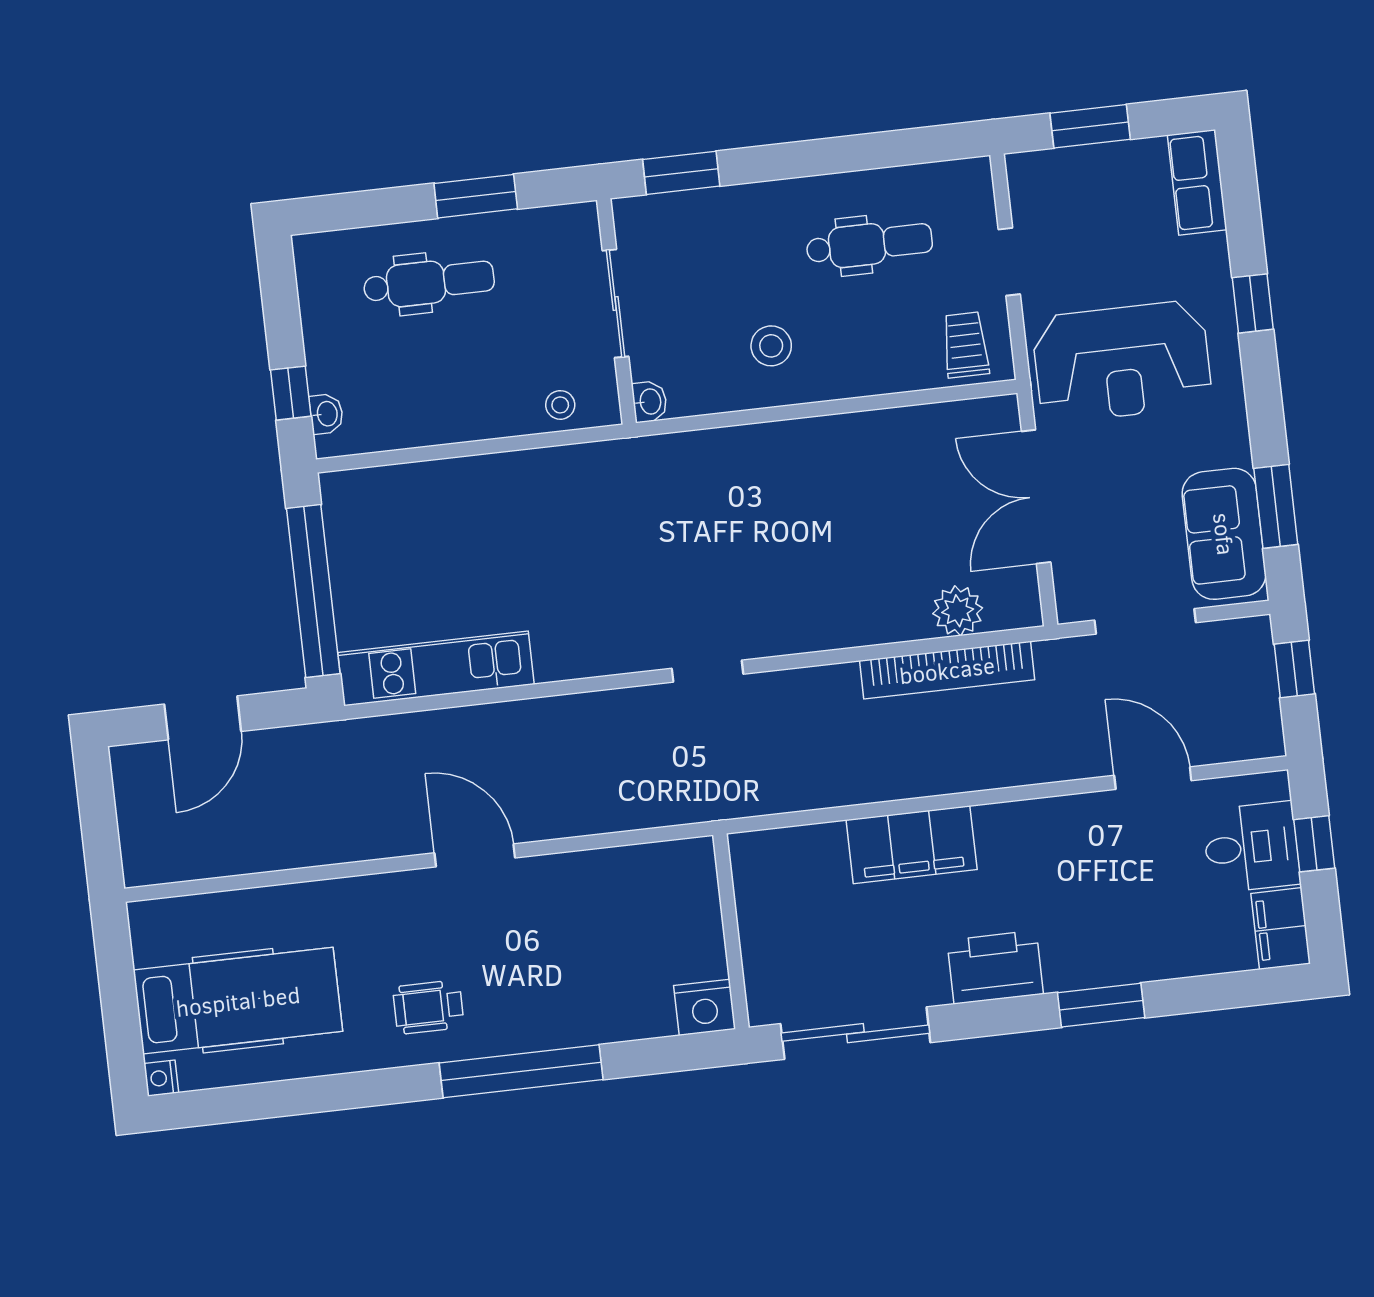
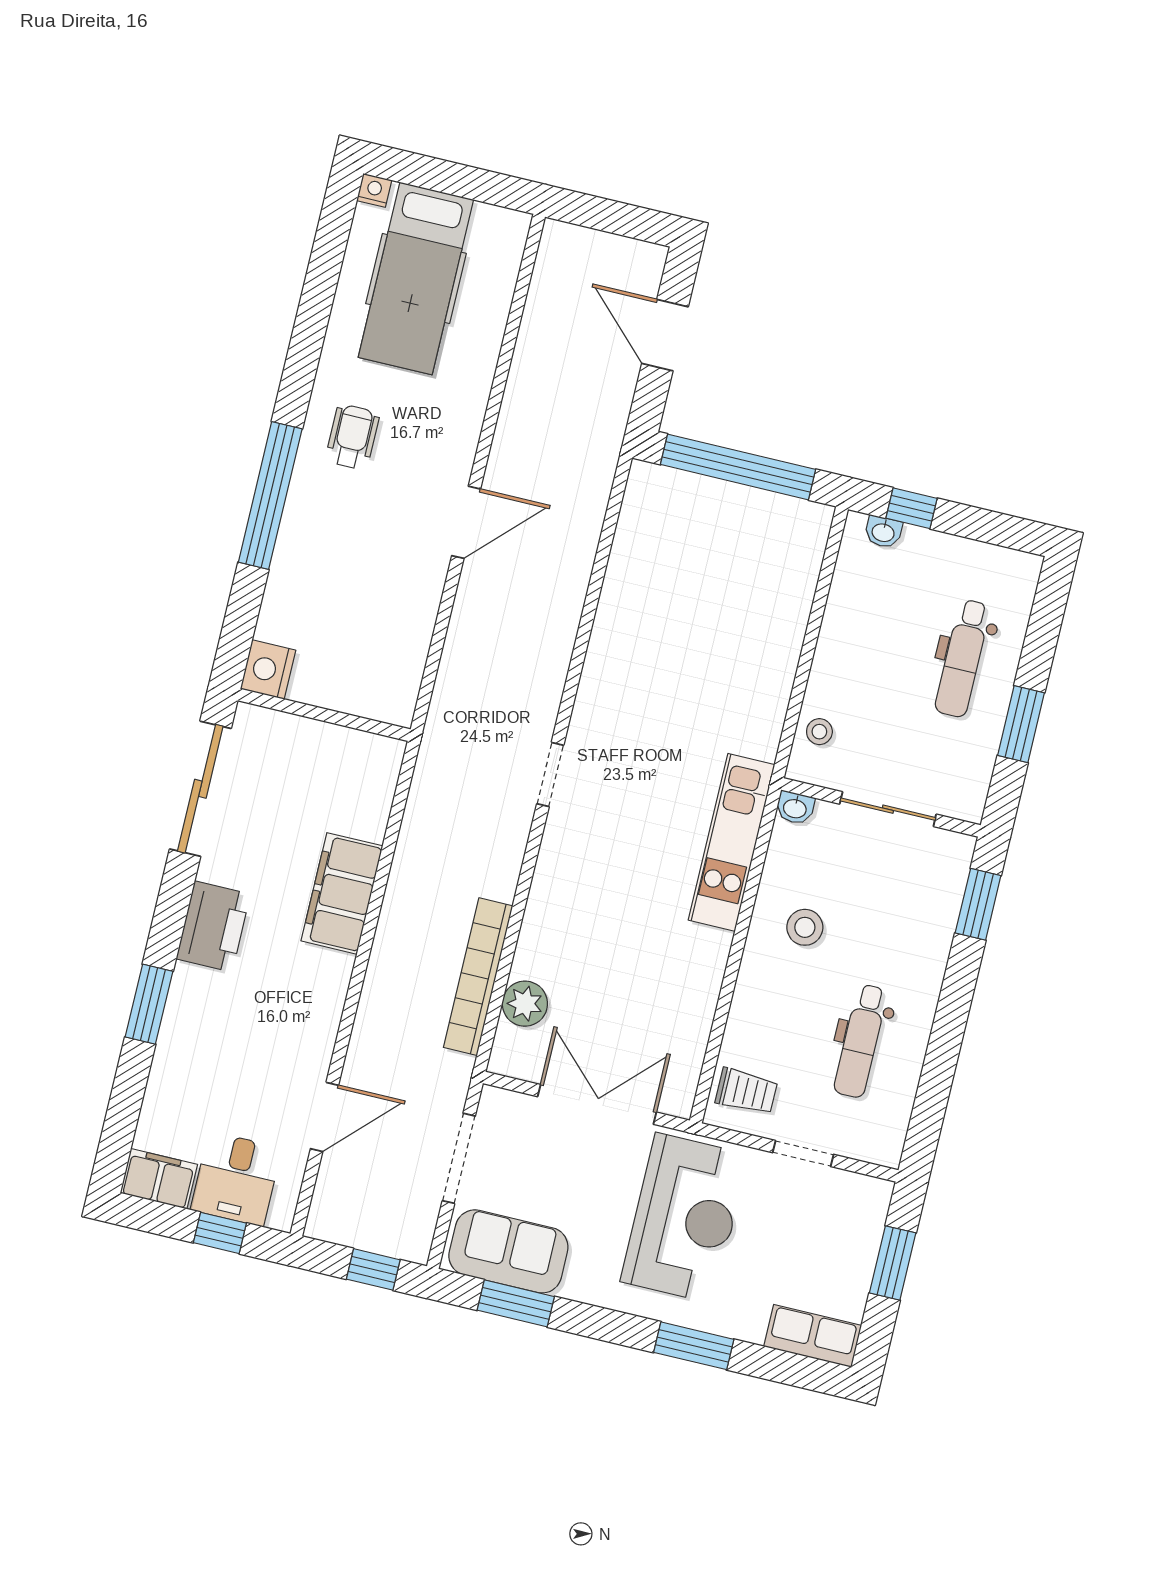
window: (1253, 303) -> (694, 1346), width x1.50
reception desk: (1122, 362) -> (685, 1218), turned 180
kitchen unit: (436, 668) -> (732, 842), moved, turned 180

